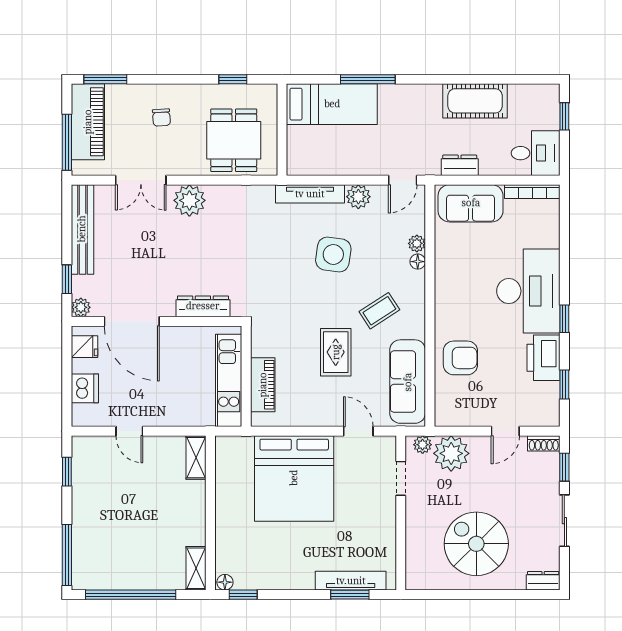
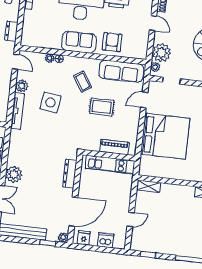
sofa: (471, 203) -> (79, 42), moved, turned -90

